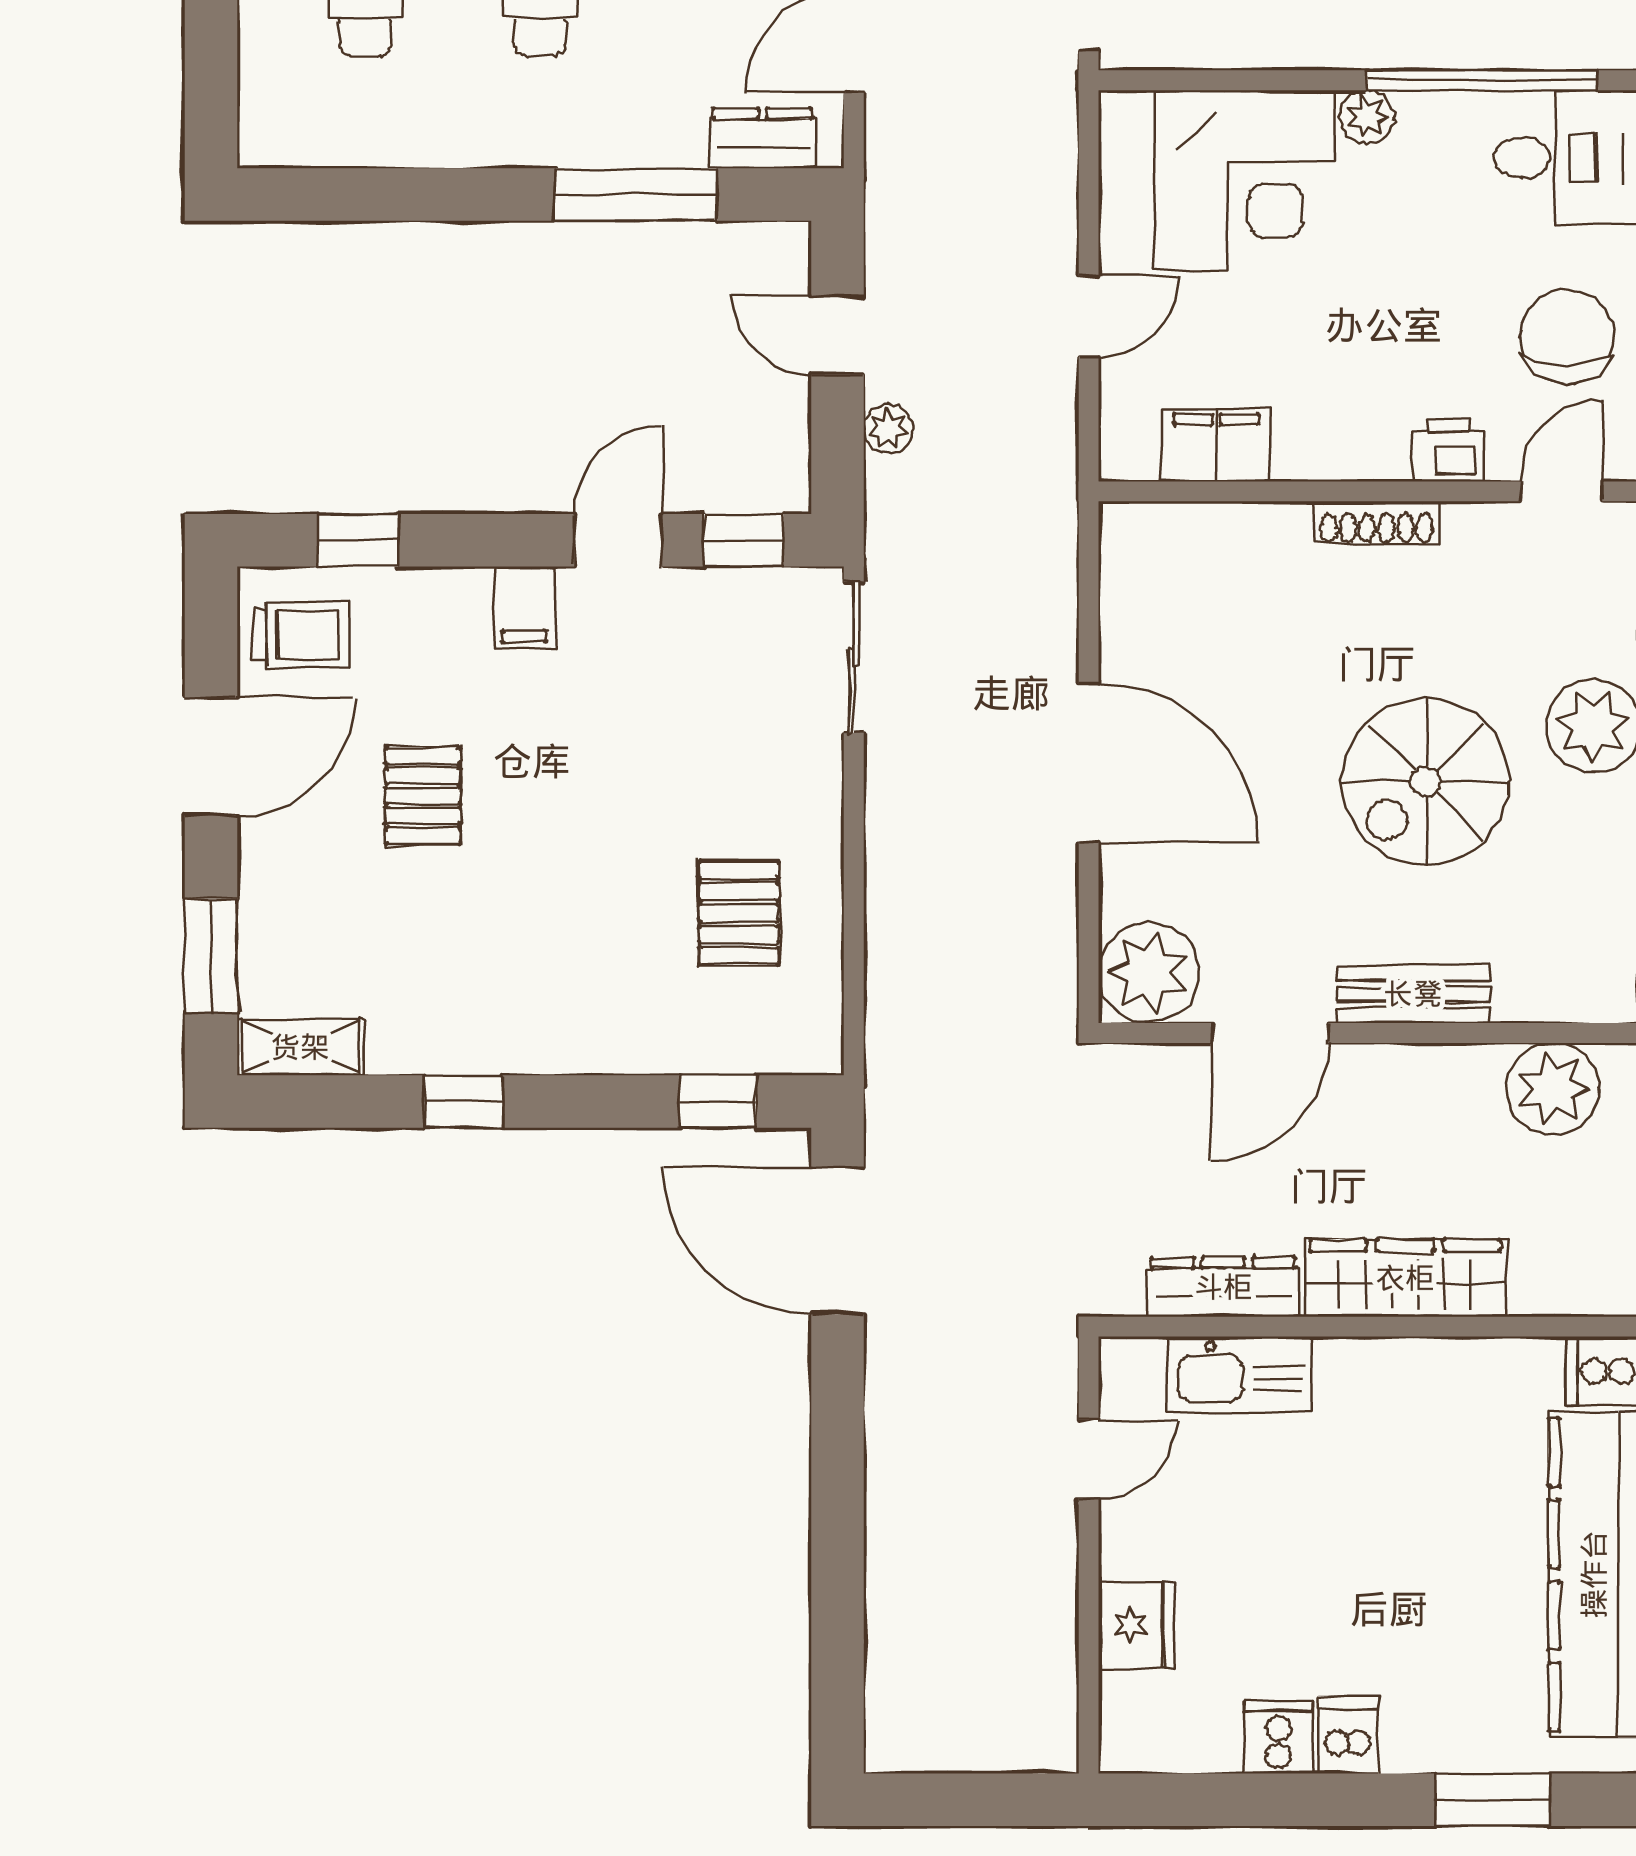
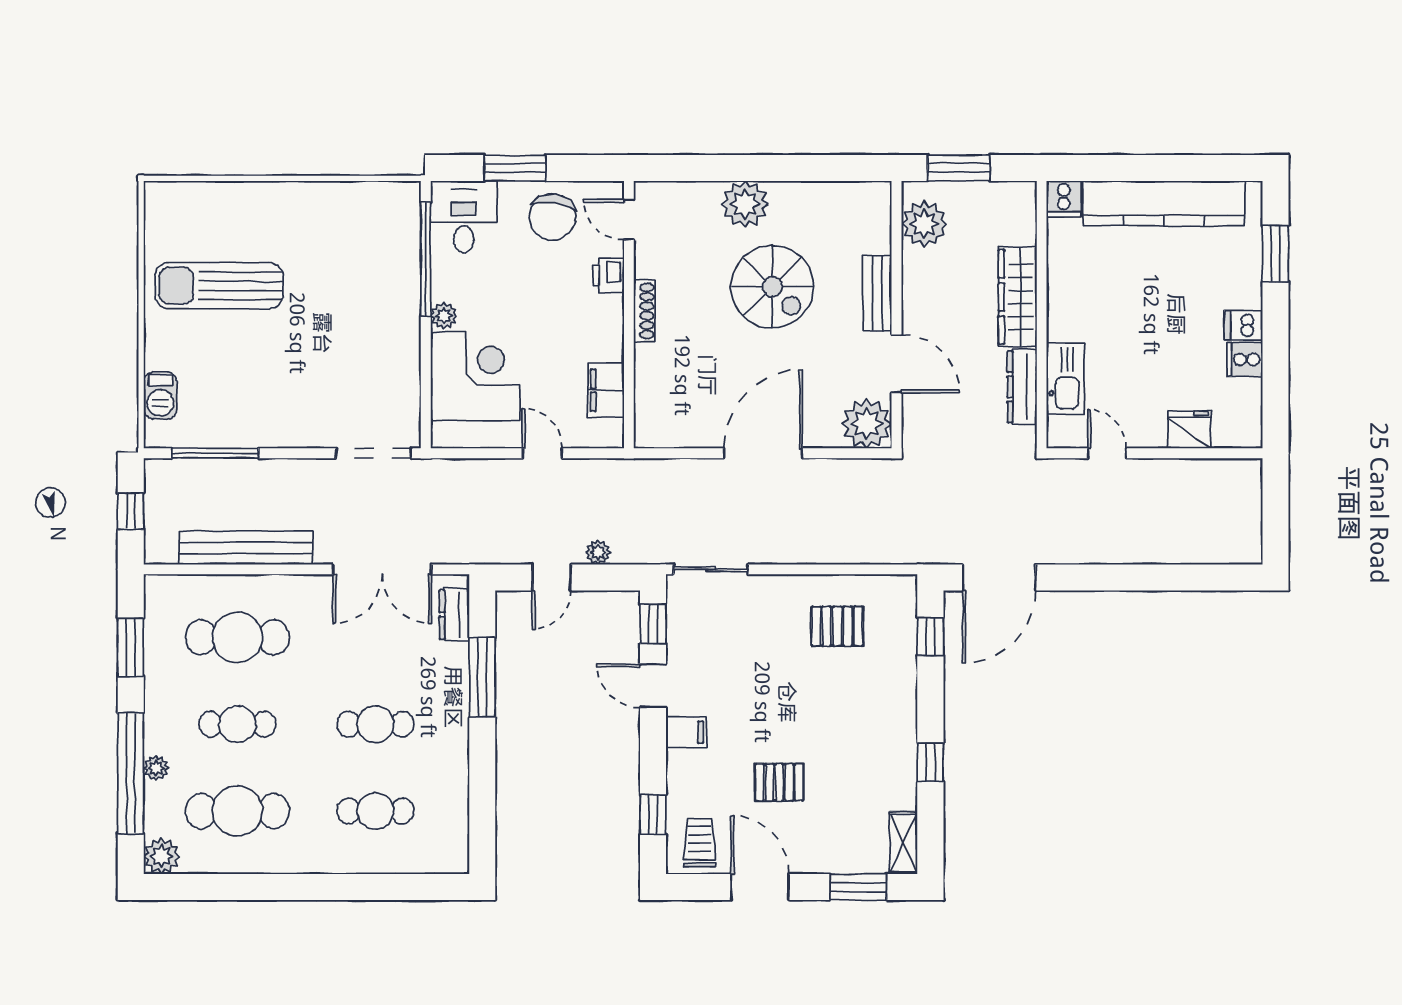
chair: (1567, 337) -> (552, 217), turned -82

